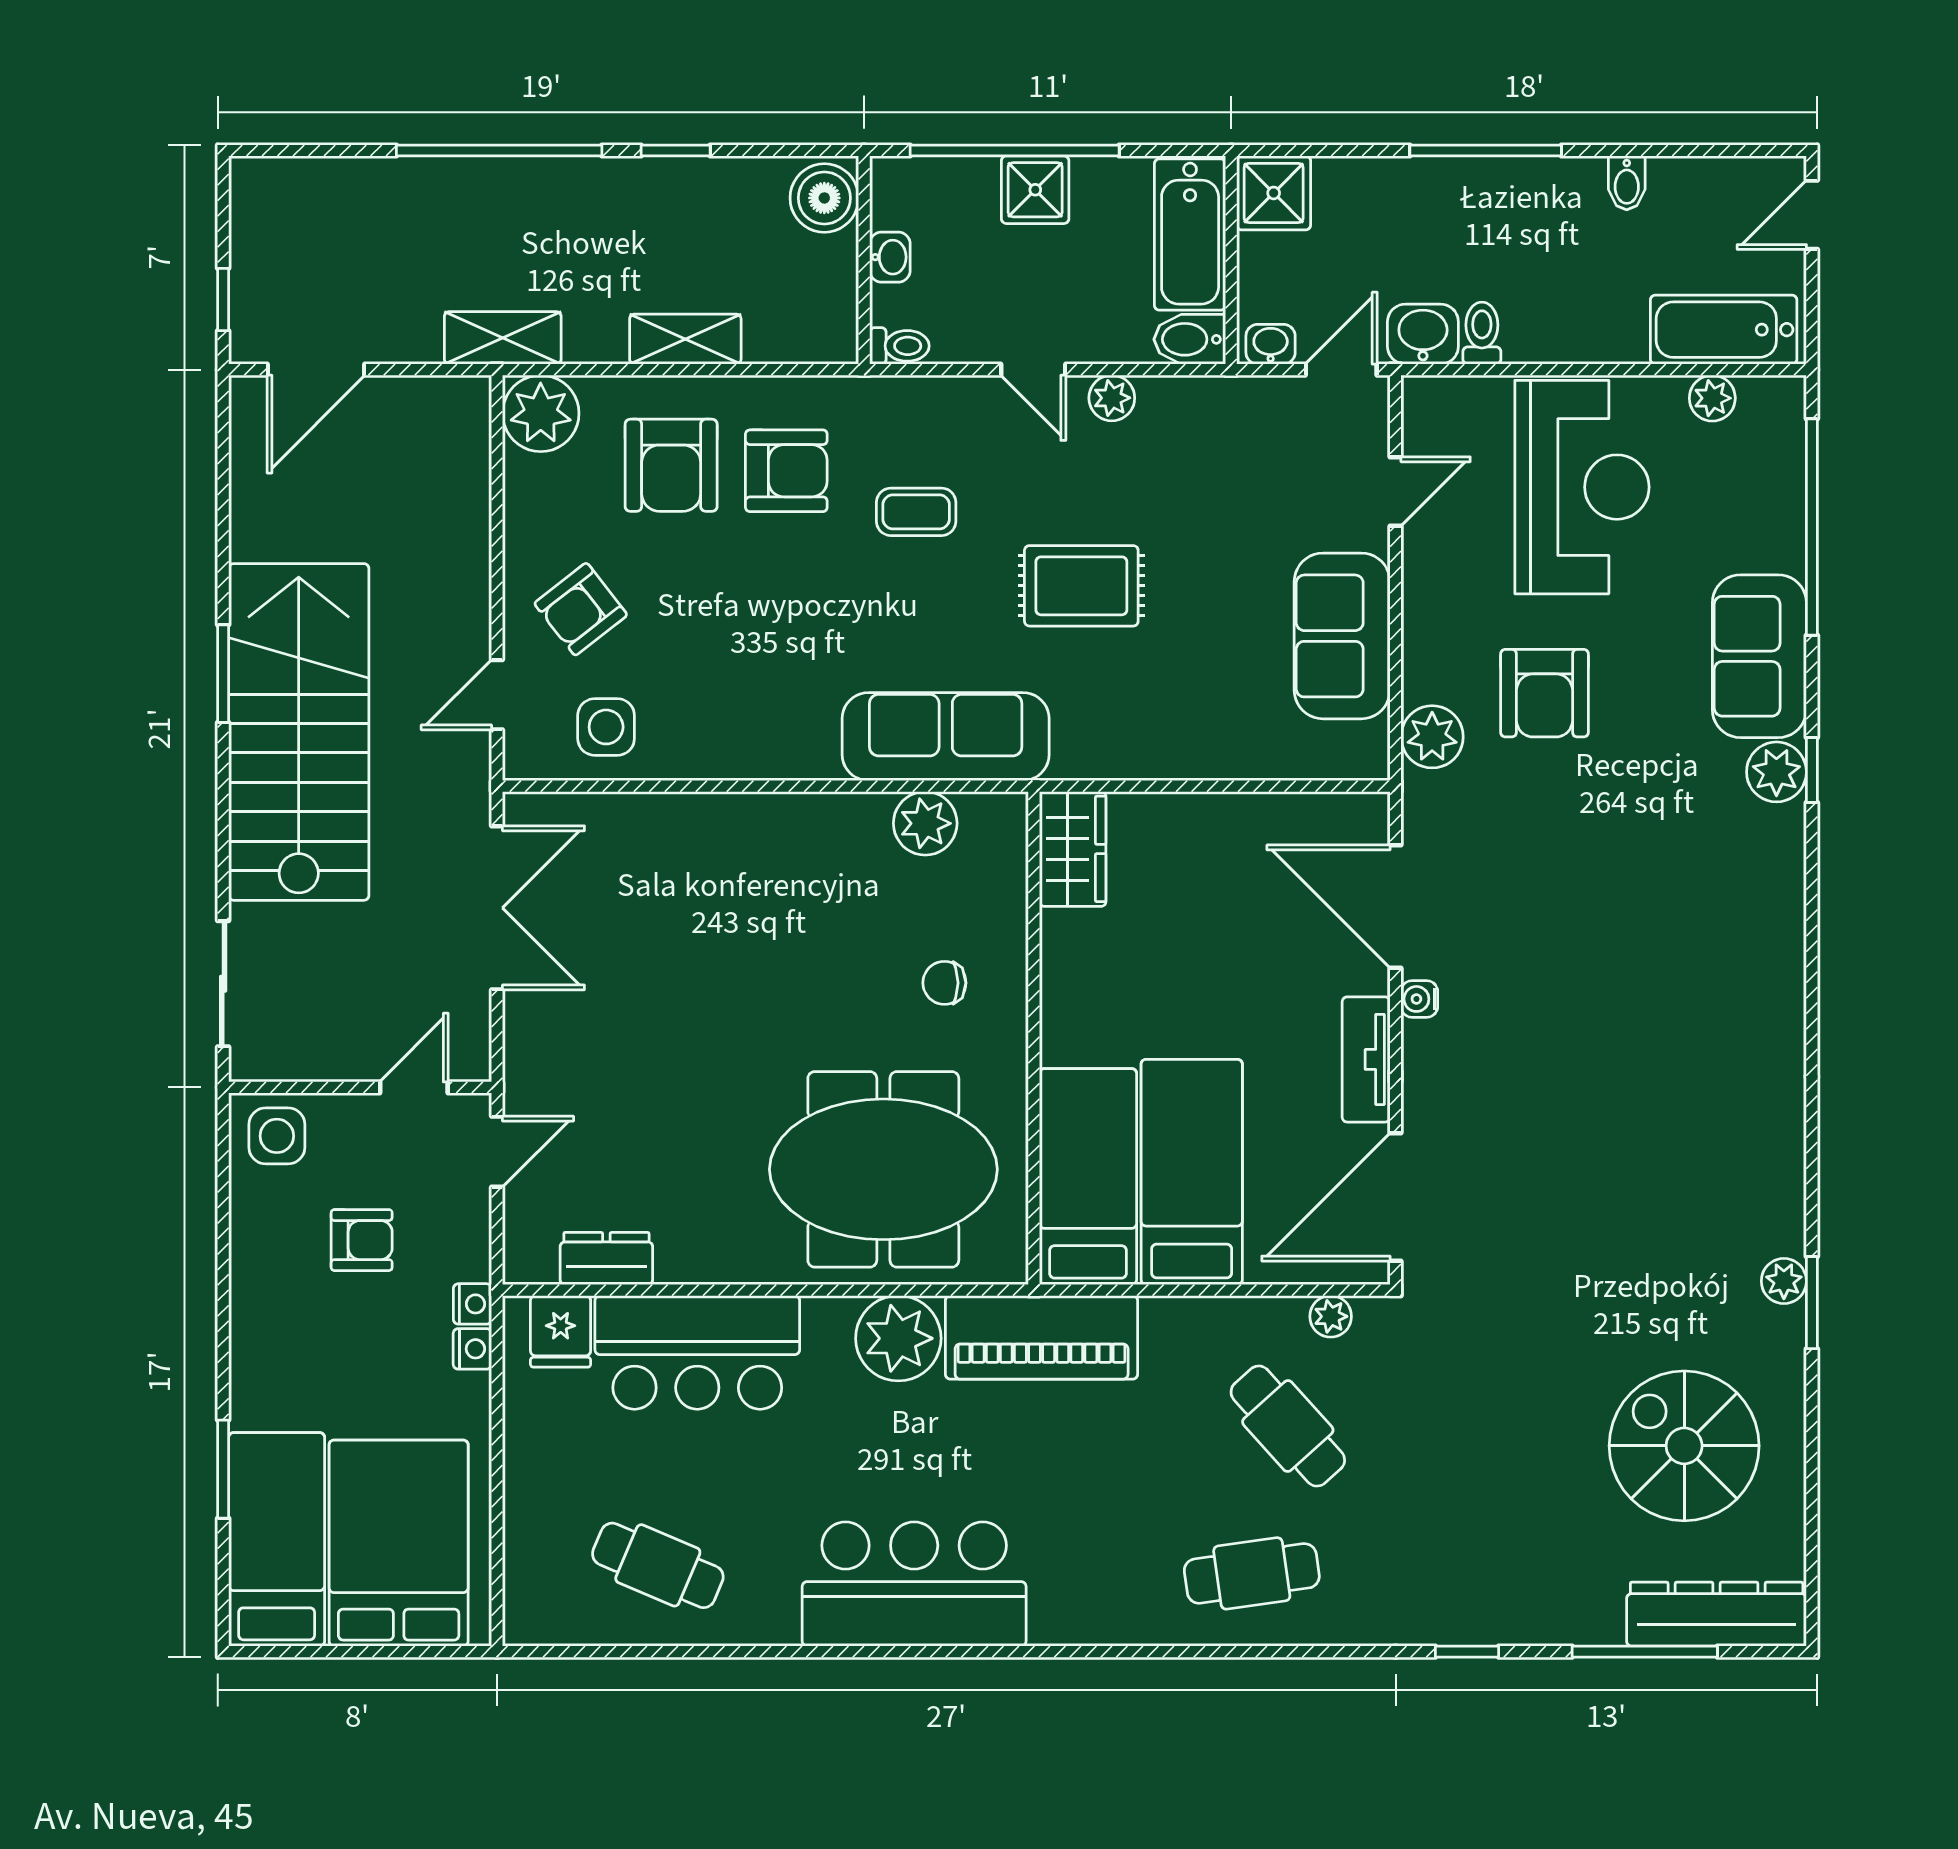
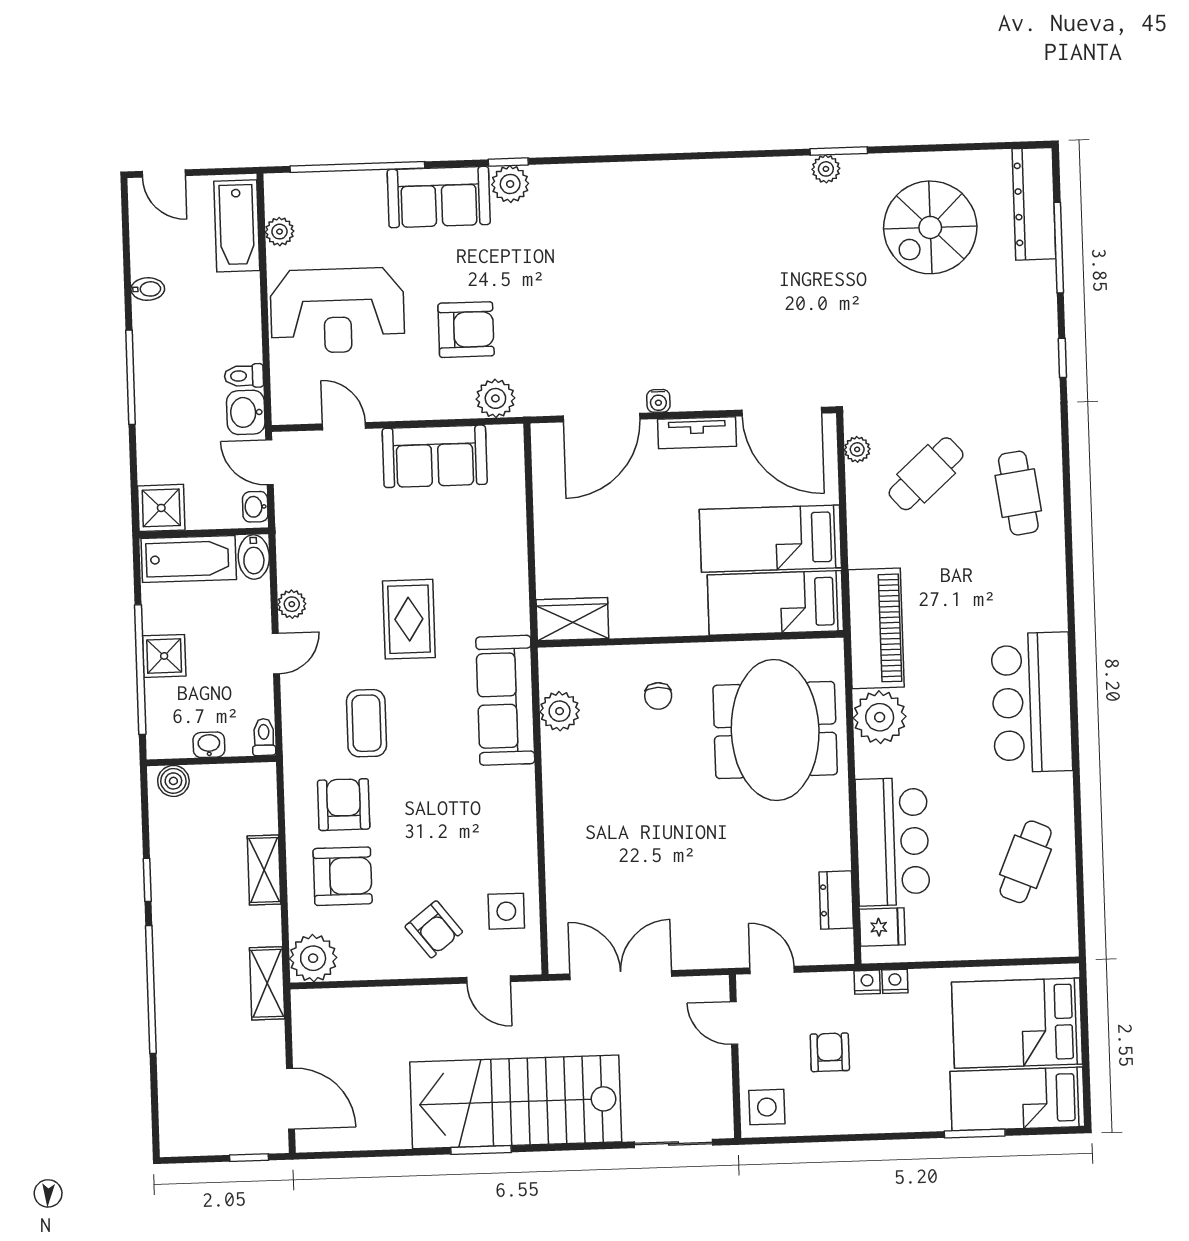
boiler: (824, 198) -> (173, 781), width x0.73, depth x0.73
reception desk: (1582, 487) -> (337, 311), turned 180
coffee table: (916, 512) -> (366, 723), width x1.36, depth x1.30

